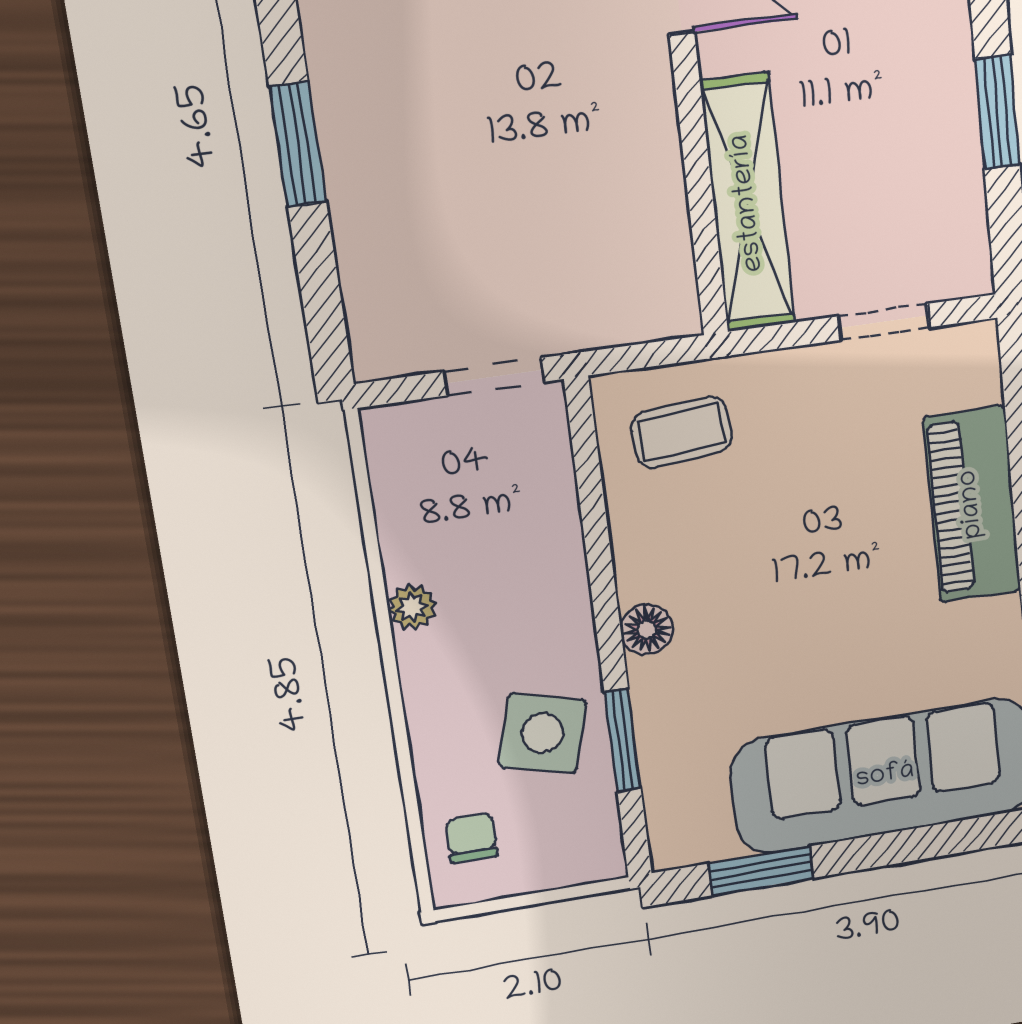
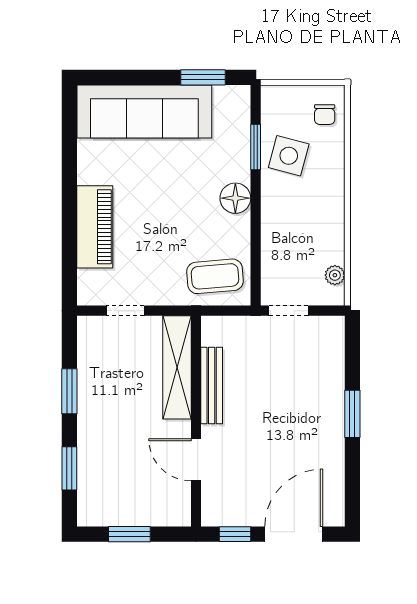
bench: (659, 170) -> (212, 386), added
coffee table: (682, 432) -> (215, 276), width x1.36, depth x1.30
plant: (412, 607) -> (335, 275), moved
floor lamp: (647, 630) -> (235, 198), width x1.38, depth x1.38

